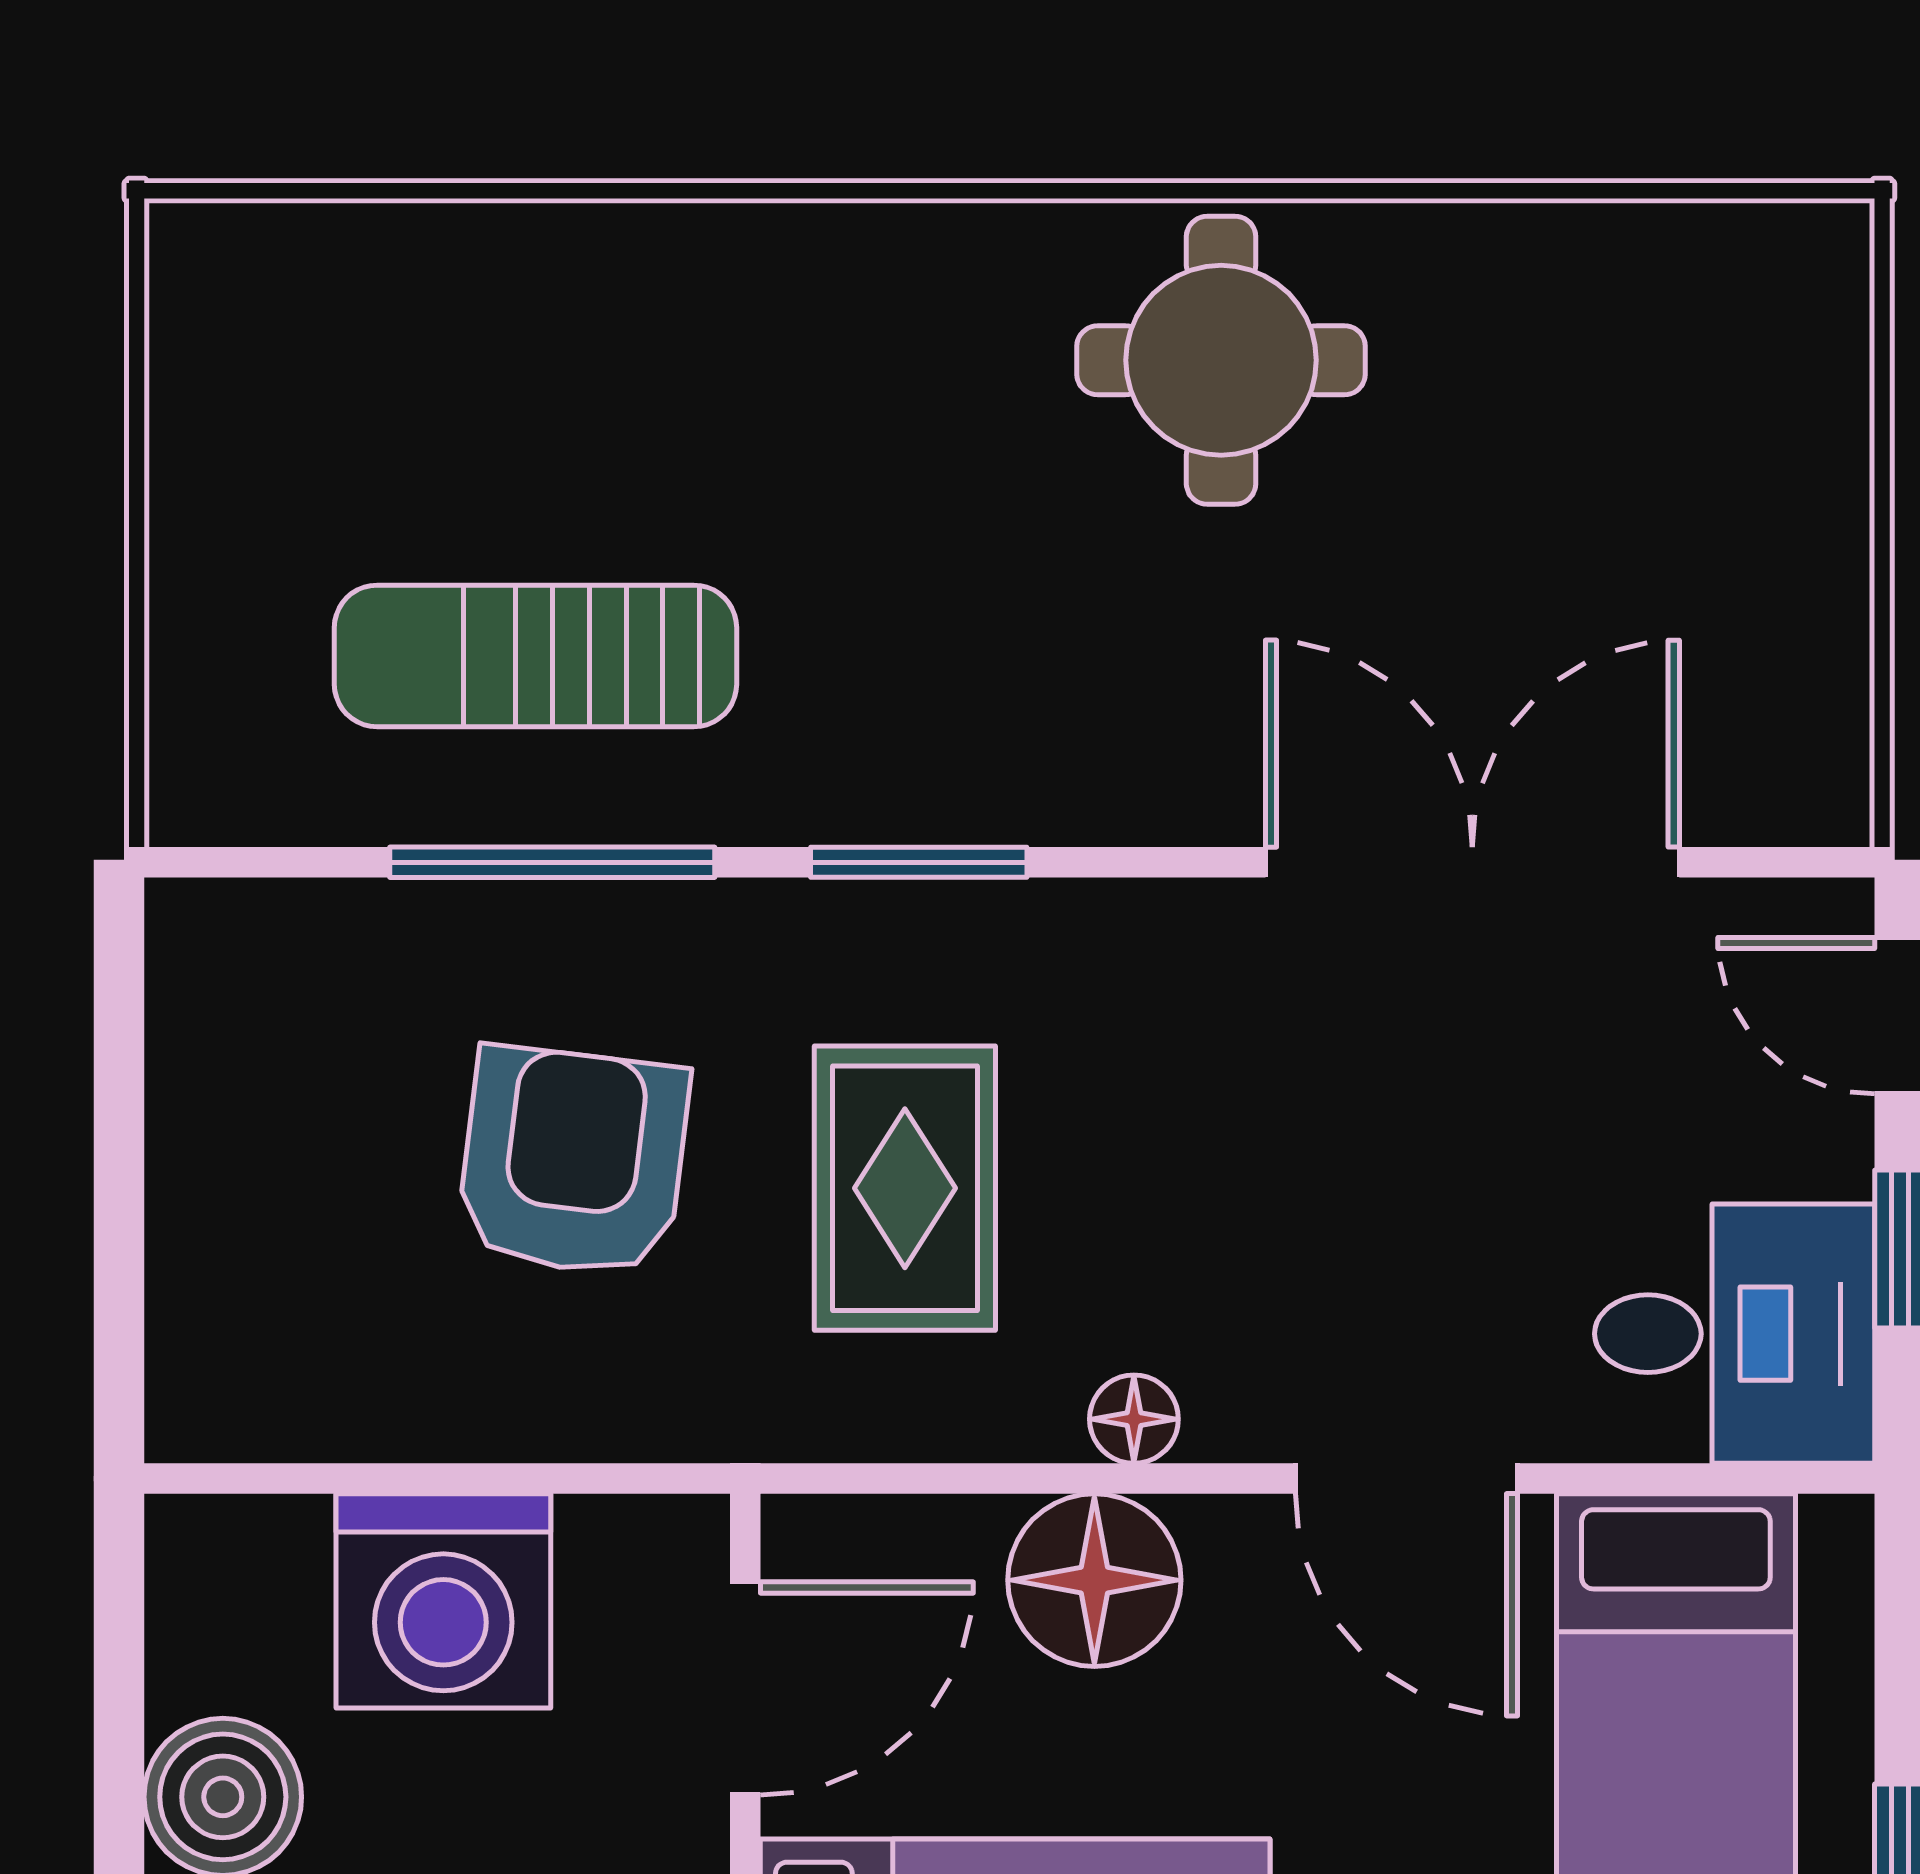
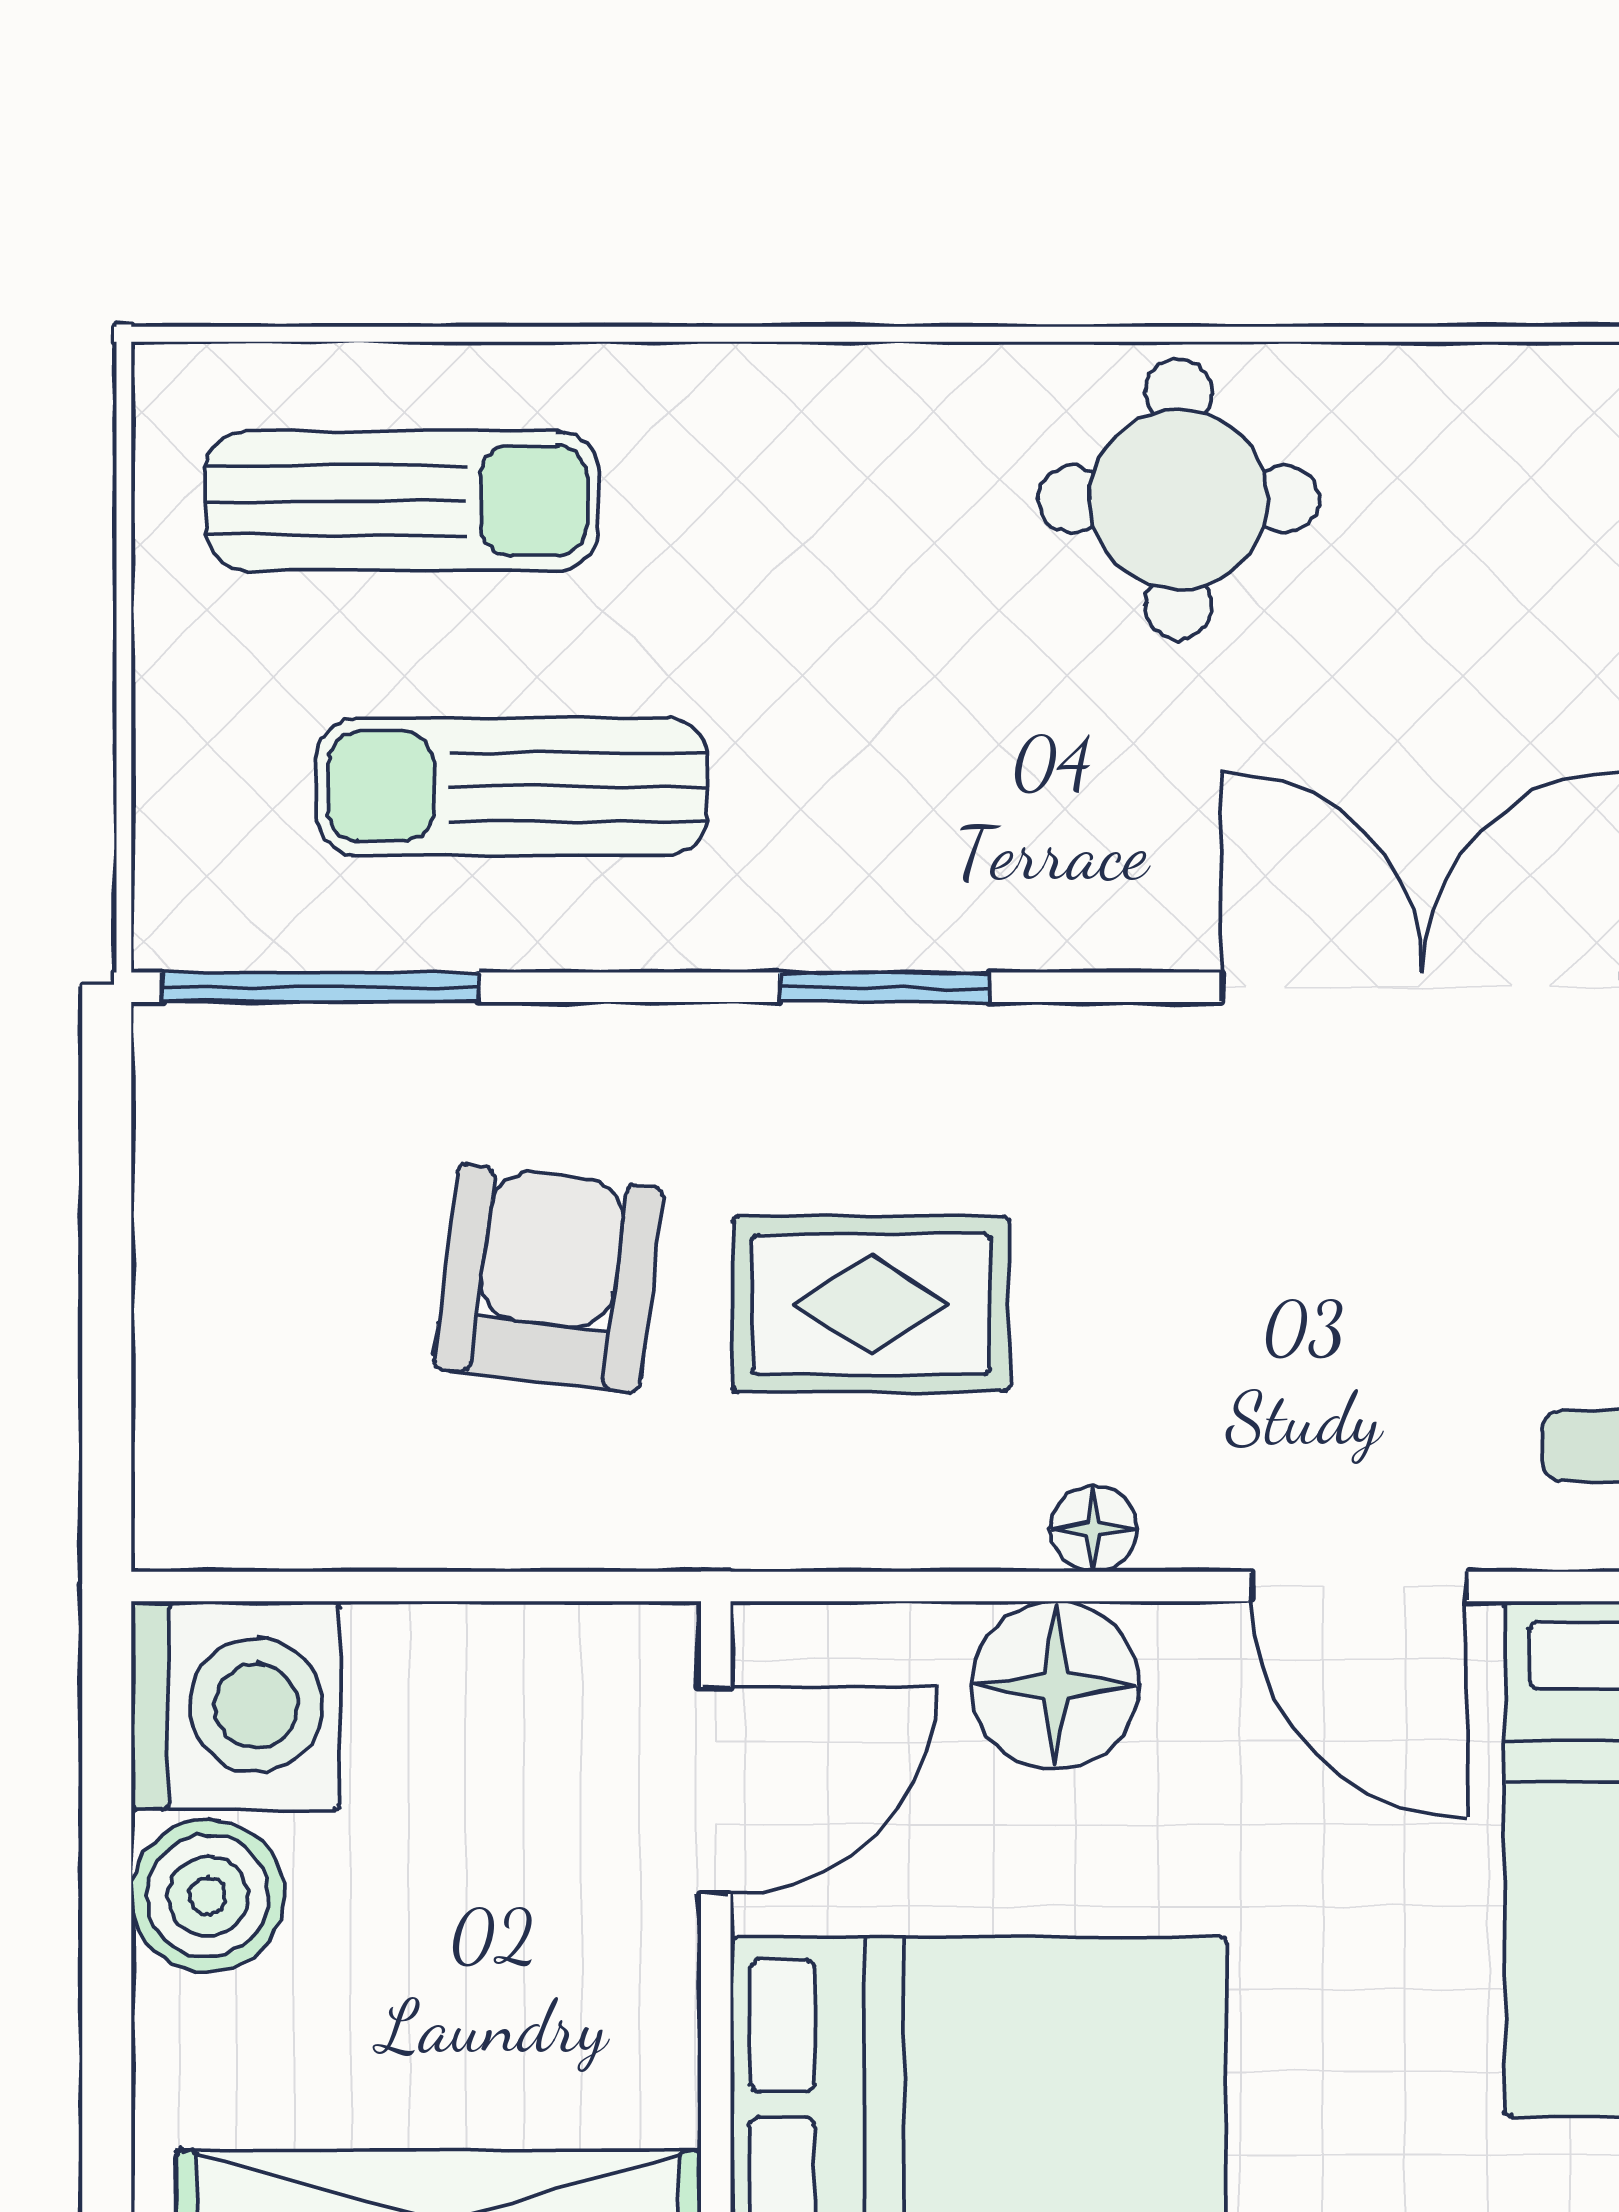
sun lounger: (423, 362) -> (402, 501), added
window: (552, 862) -> (320, 987), moved
rug: (905, 1188) -> (871, 1304), turned 90
washing machine: (443, 1601) -> (236, 1705), moved, turned -90

